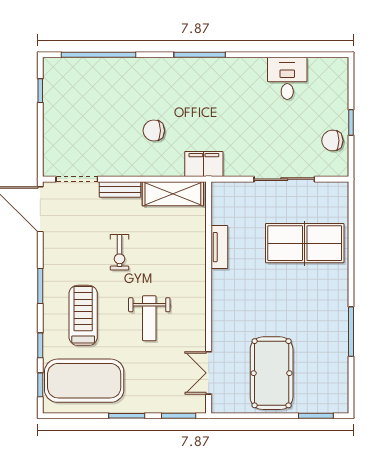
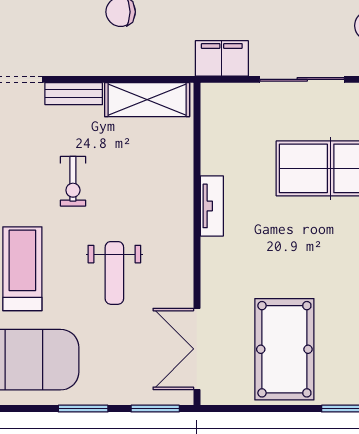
filing cabinet: (204, 164) -> (222, 58), moved
tv unit: (219, 247) -> (212, 206), moved
double door: (209, 373) -> (197, 349), width x1.37

